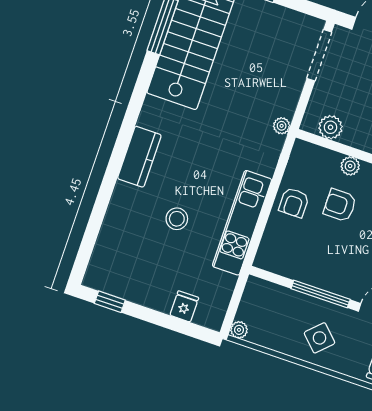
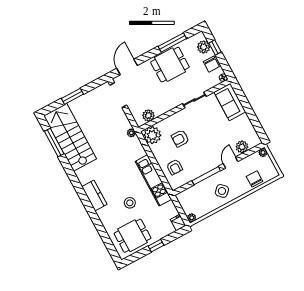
plant: (350, 166) -> (152, 135), moved, width x1.87, depth x1.87
armchair: (294, 203) -> (174, 167), moved
dining table: (132, 267) -> (133, 236), added
window: (110, 302) -> (156, 246), moved
fridge: (184, 306) -> (178, 223), moved

